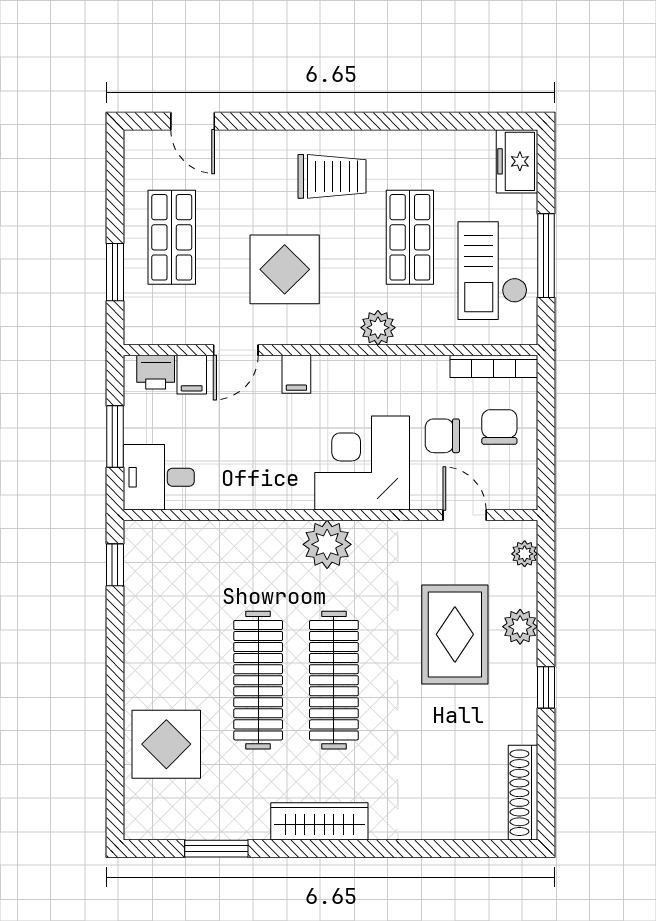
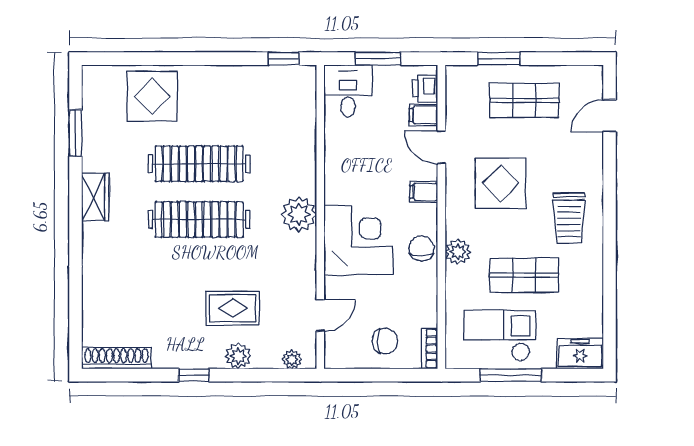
bookcase: (494, 366) -> (429, 348), width x0.64
chair: (442, 436) -> (422, 248), moved
rug: (455, 634) -> (233, 308), width x0.73, depth x0.70
wardrobe: (319, 821) -> (95, 197), width x0.67

